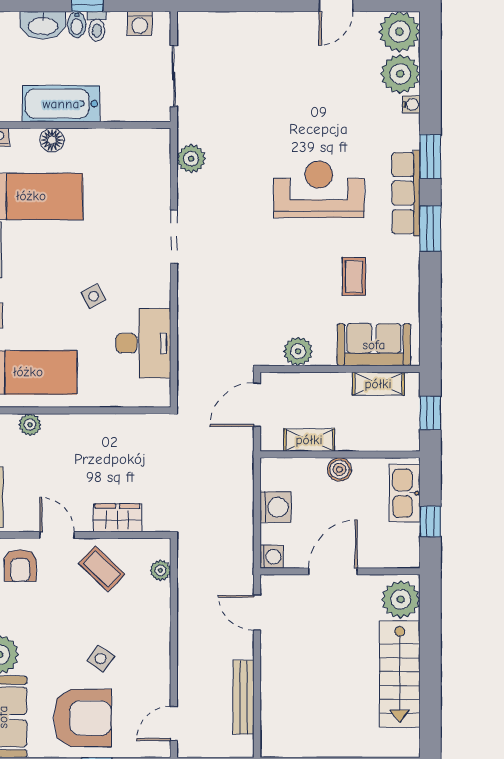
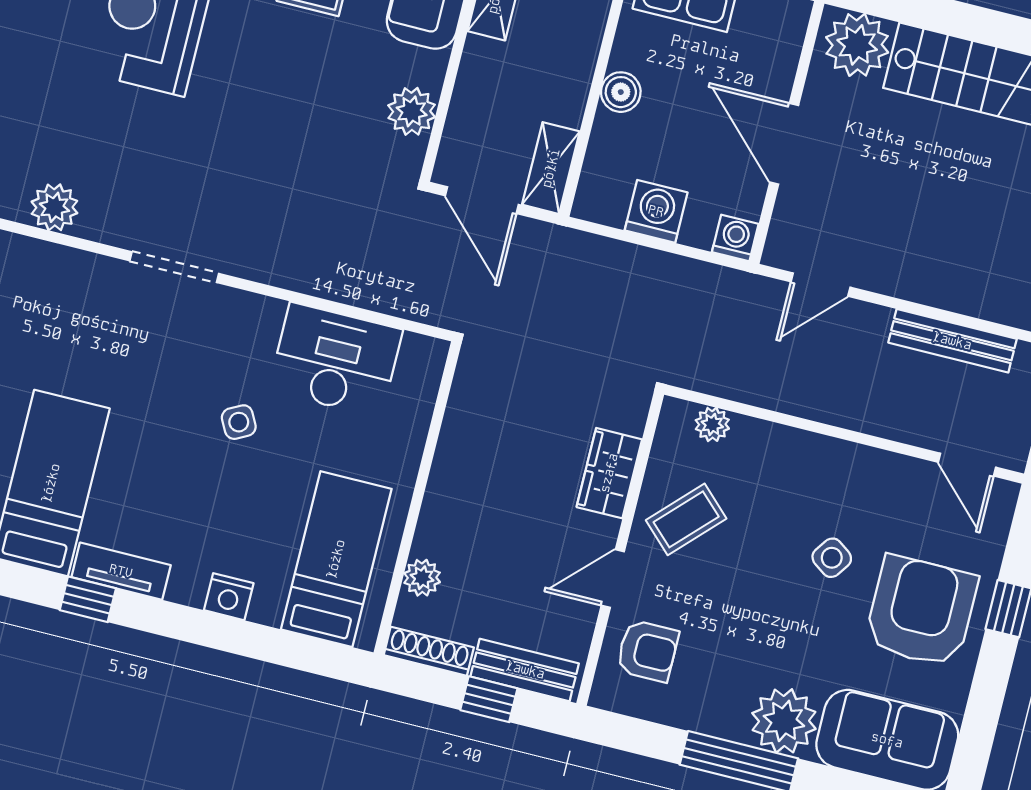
shelving: (309, 440) -> (551, 168), moved

